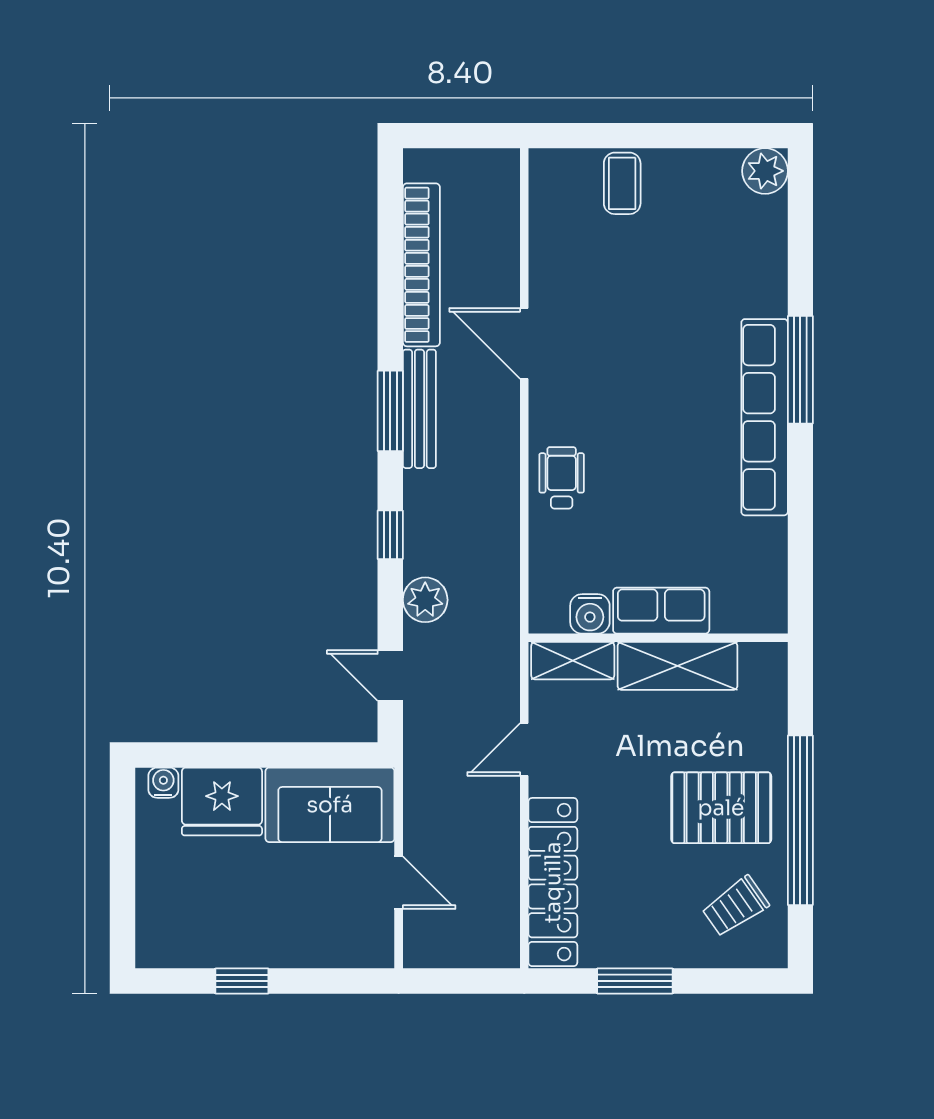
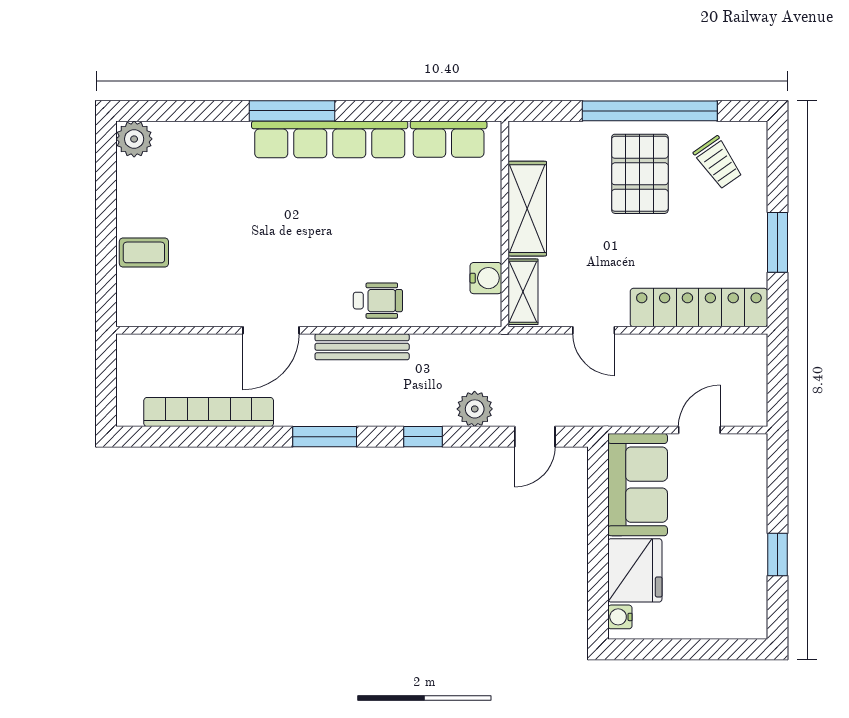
bench: (419, 409) -> (362, 347), moved
wheelchair: (562, 478) -> (378, 301), turned 180
row of seats: (661, 611) -> (449, 139), moved, turned -90

